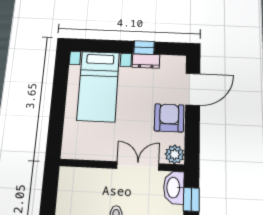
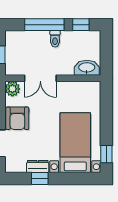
window: (61, 71) -> (106, 154), added
washbasin: (174, 188) -> (87, 68), moved, turned -90

